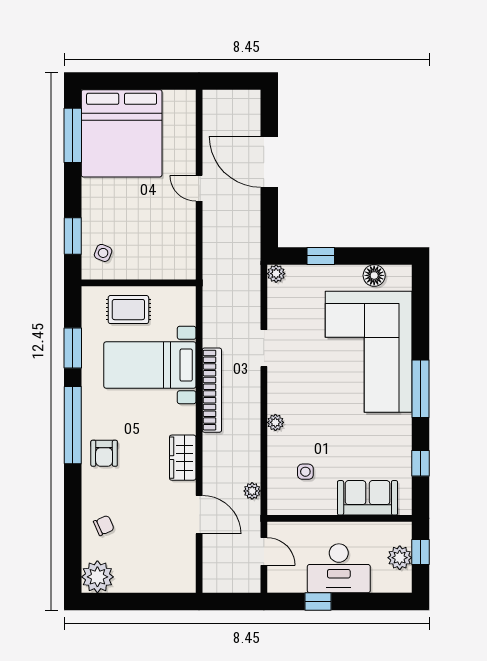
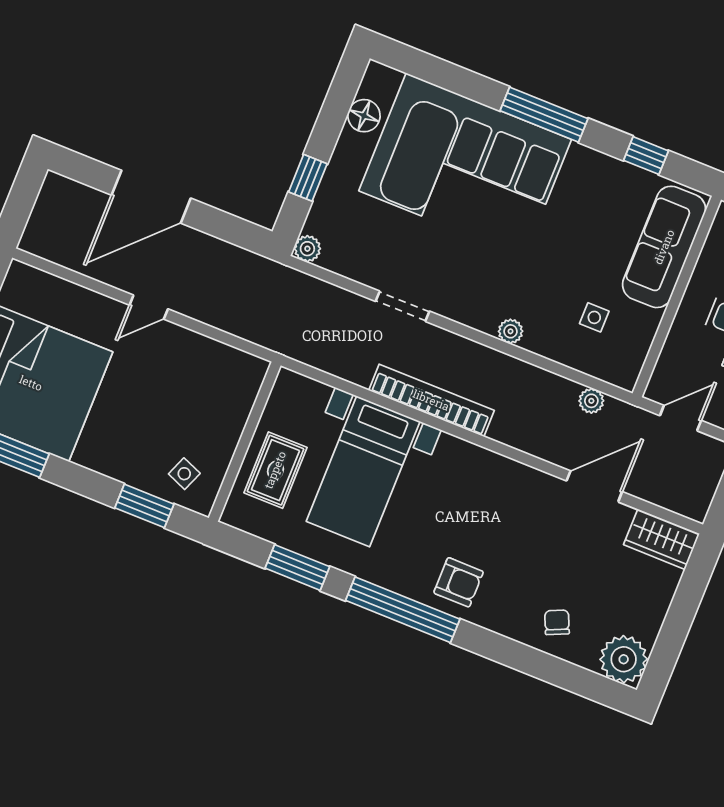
wardrobe: (183, 458) -> (662, 539), moved
sofa: (368, 498) -> (664, 247), width x1.36

